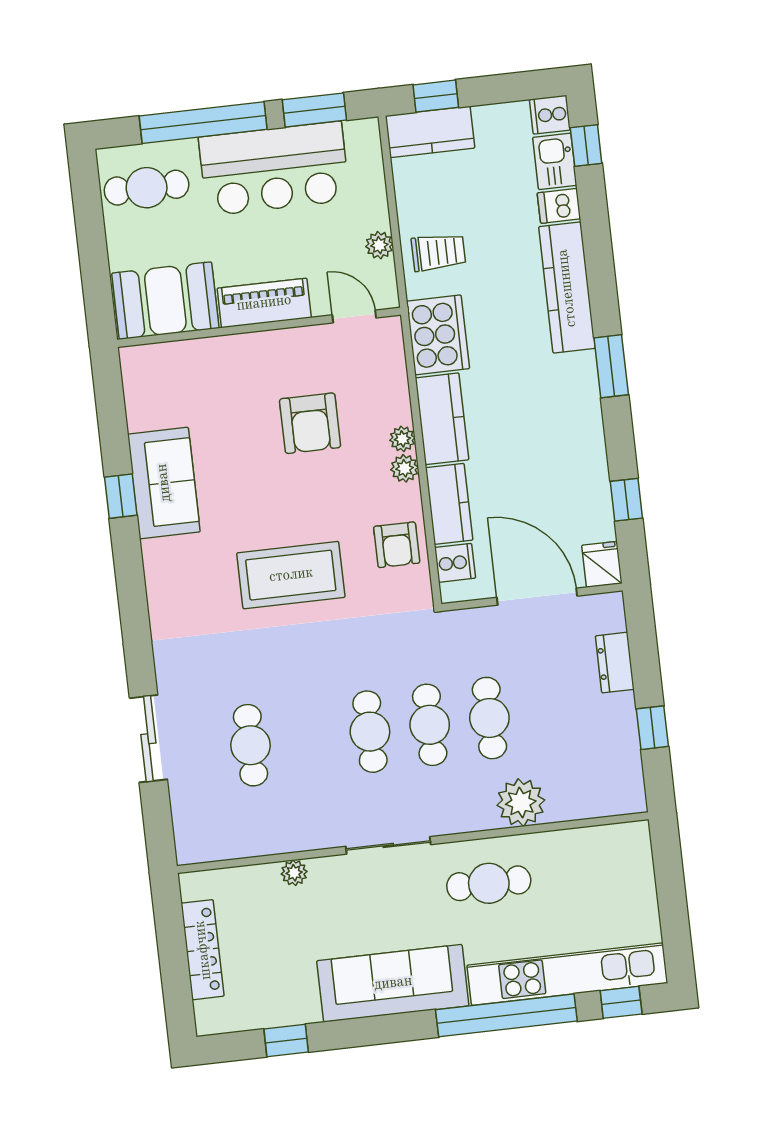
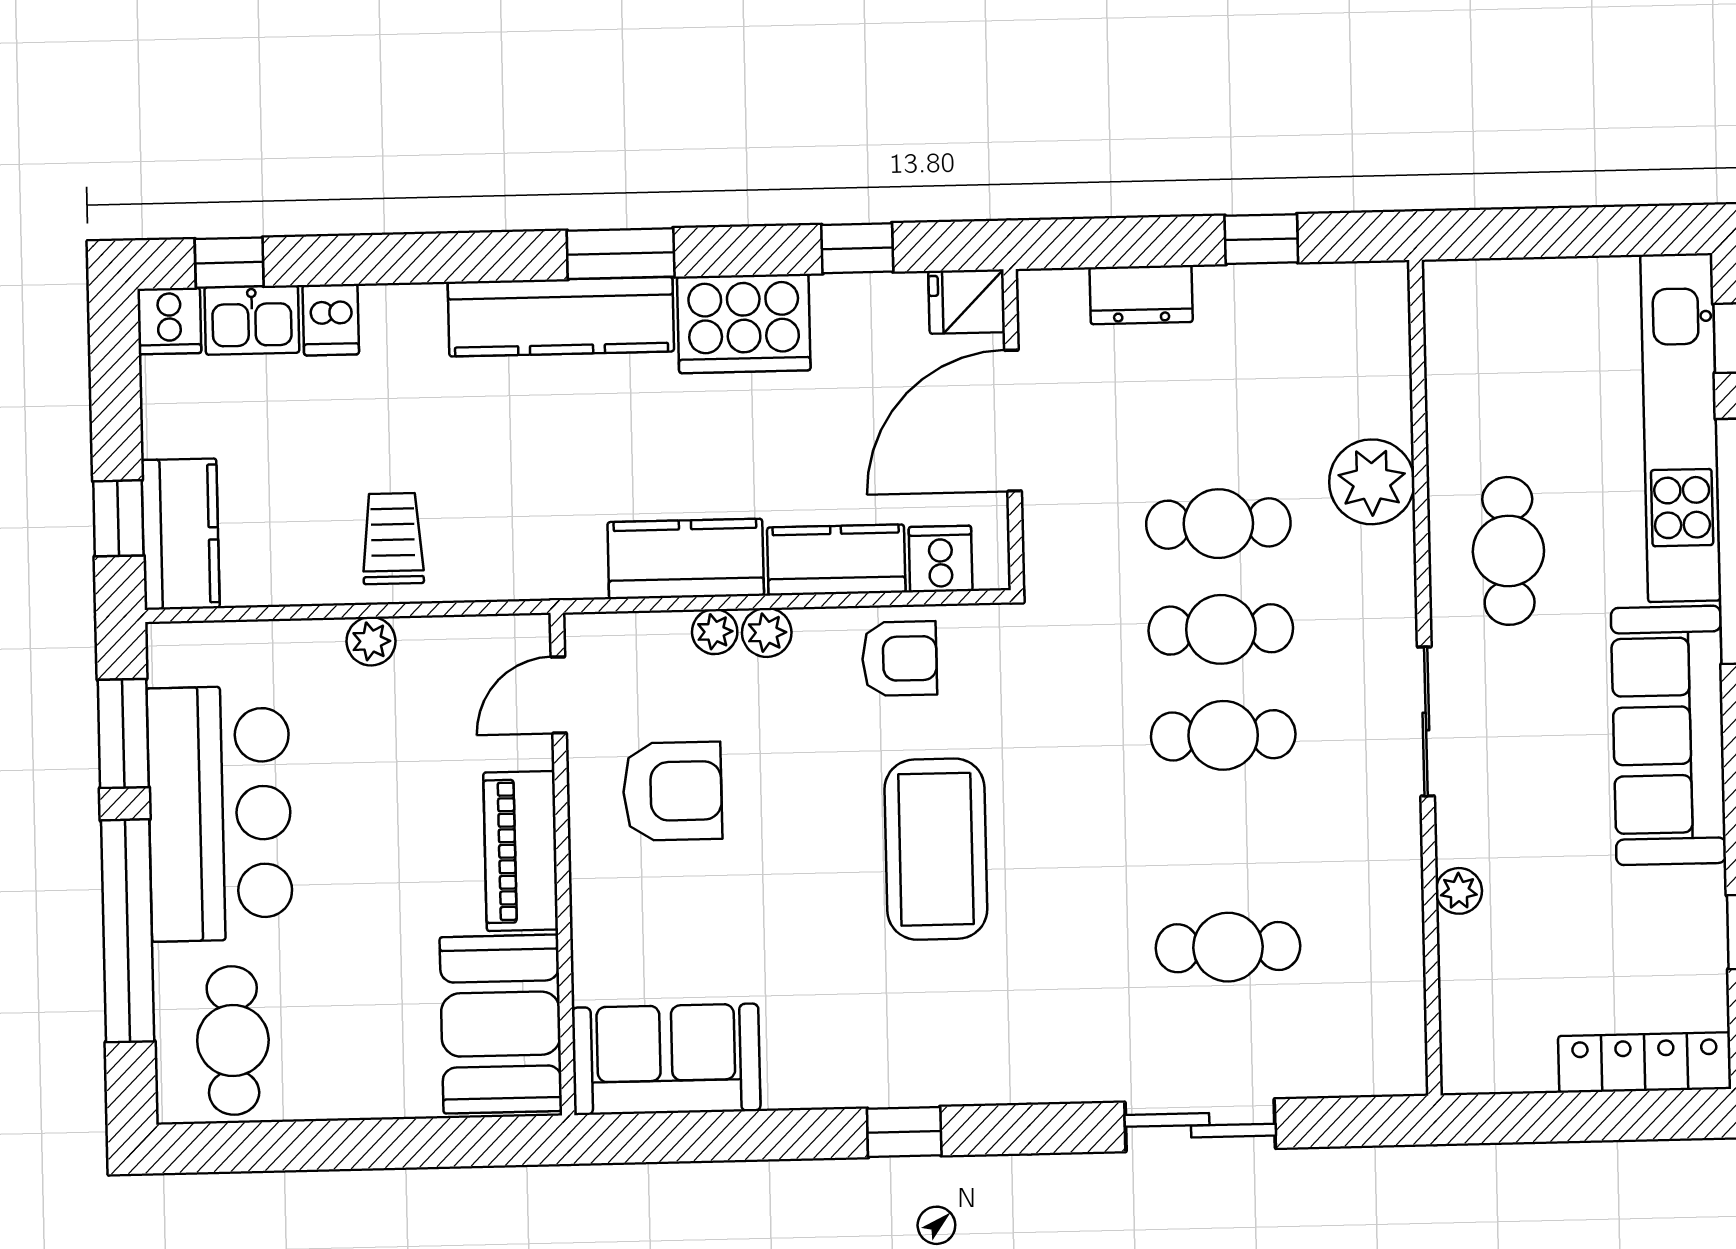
kitchen counter: (567, 288) -> (561, 317), moved
booth: (165, 301) -> (501, 1024), moved
piano: (264, 303) -> (521, 851), moved
door: (354, 316) -> (559, 695), moved
wall: (259, 327) -> (563, 864), moved
cooker: (438, 335) -> (744, 323), moved, turned 180
sofa: (164, 483) -> (666, 1059), moved
window: (121, 496) -> (904, 1132), moved
locker: (203, 950) -> (1645, 1062), moved

